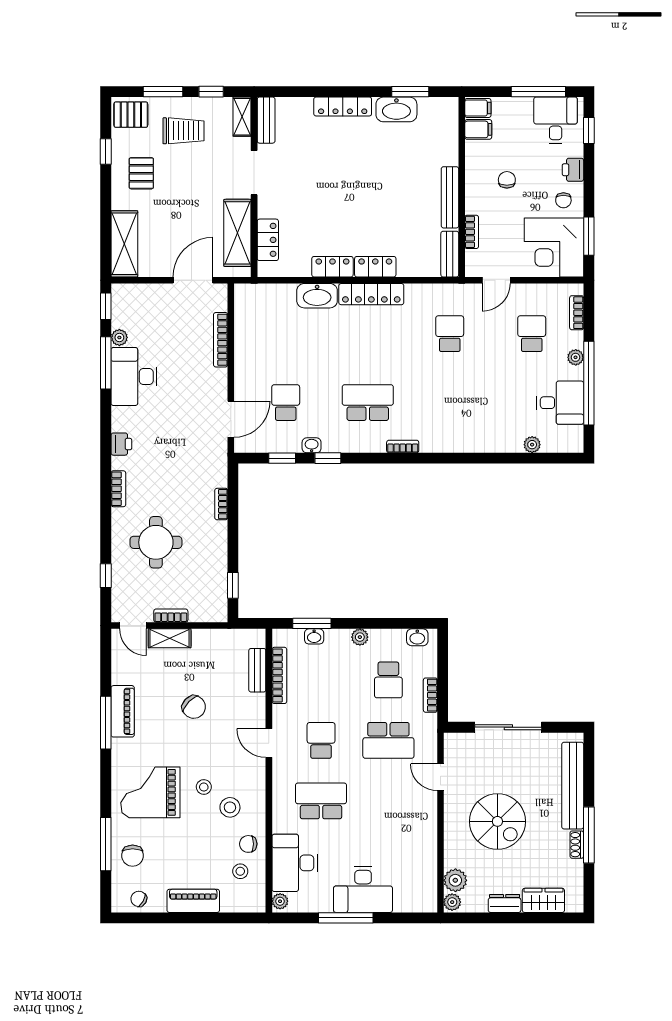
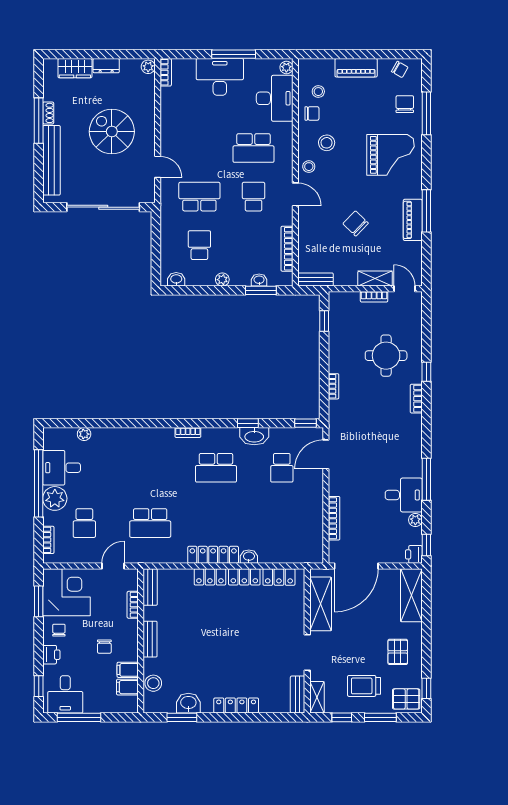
filing cabinet: (478, 108) -> (128, 670), moved
washbasin: (396, 109) -> (188, 703), width x0.72
stool: (446, 134) -> (153, 683), added
window: (106, 151) -> (426, 688), moved
bench: (450, 197) -> (150, 639), width x0.73
locker: (268, 240) -> (279, 577), moved, turned -90
door: (193, 280) -> (356, 566), width x1.36
washbasin: (317, 296) -> (249, 557), width x0.52, depth x0.69
school desk: (450, 334) -> (150, 523), width x1.85
plant: (576, 357) -> (55, 498), width x1.88, depth x1.88
window: (106, 363) -> (426, 479), moved
desk: (134, 377) -> (404, 495), width x0.73
printer: (121, 444) -> (414, 554), moved
washbasin: (312, 445) -> (254, 436), width x1.91, depth x1.45
window: (282, 458) -> (306, 423), moved
window: (106, 576) -> (426, 372), moved
bench: (257, 670) -> (316, 280), moved, turned 90
bookcase: (430, 695) -> (166, 72), moved
sliding door: (508, 727) -> (103, 207), width x1.36
school desk: (321, 740) -> (253, 197), turned 180
stool: (204, 787) -> (309, 167), moved
plant: (455, 880) -> (146, 84), removed

